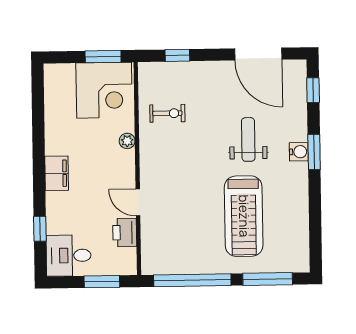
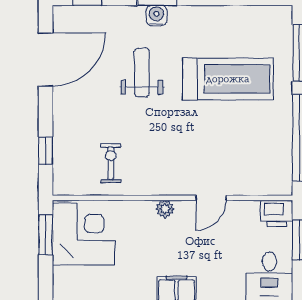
weight bench: (248, 139) -> (142, 72), turned 90
plant: (127, 141) -> (165, 209), moved
printer: (125, 233) -> (277, 213), moved

